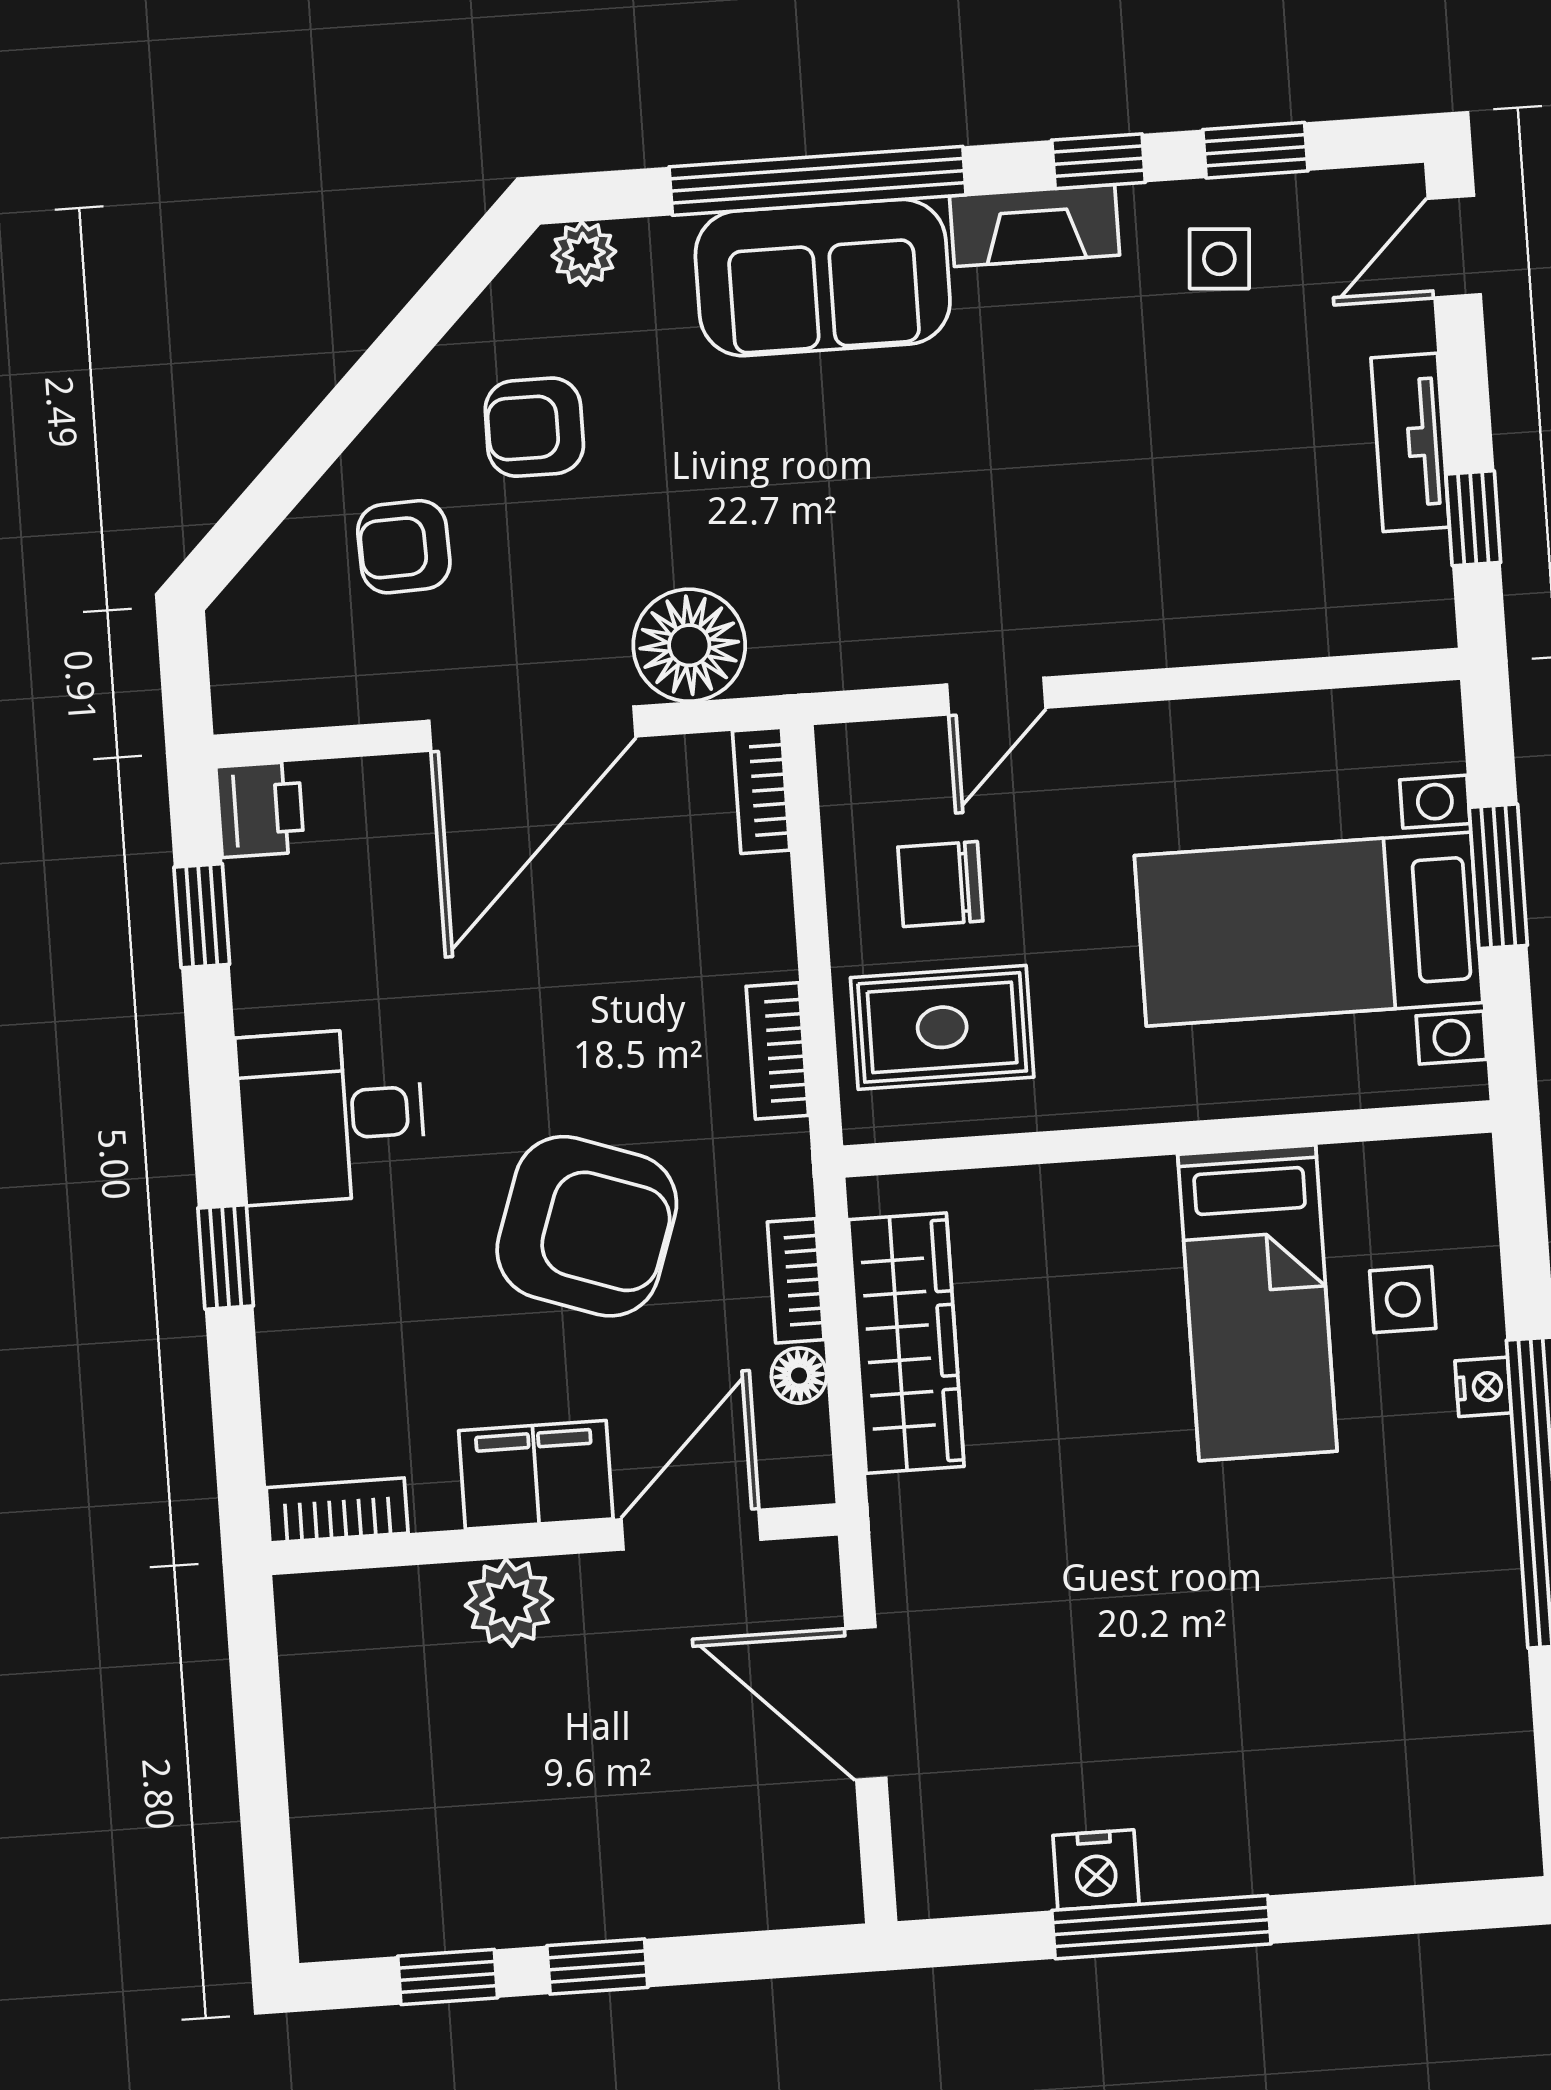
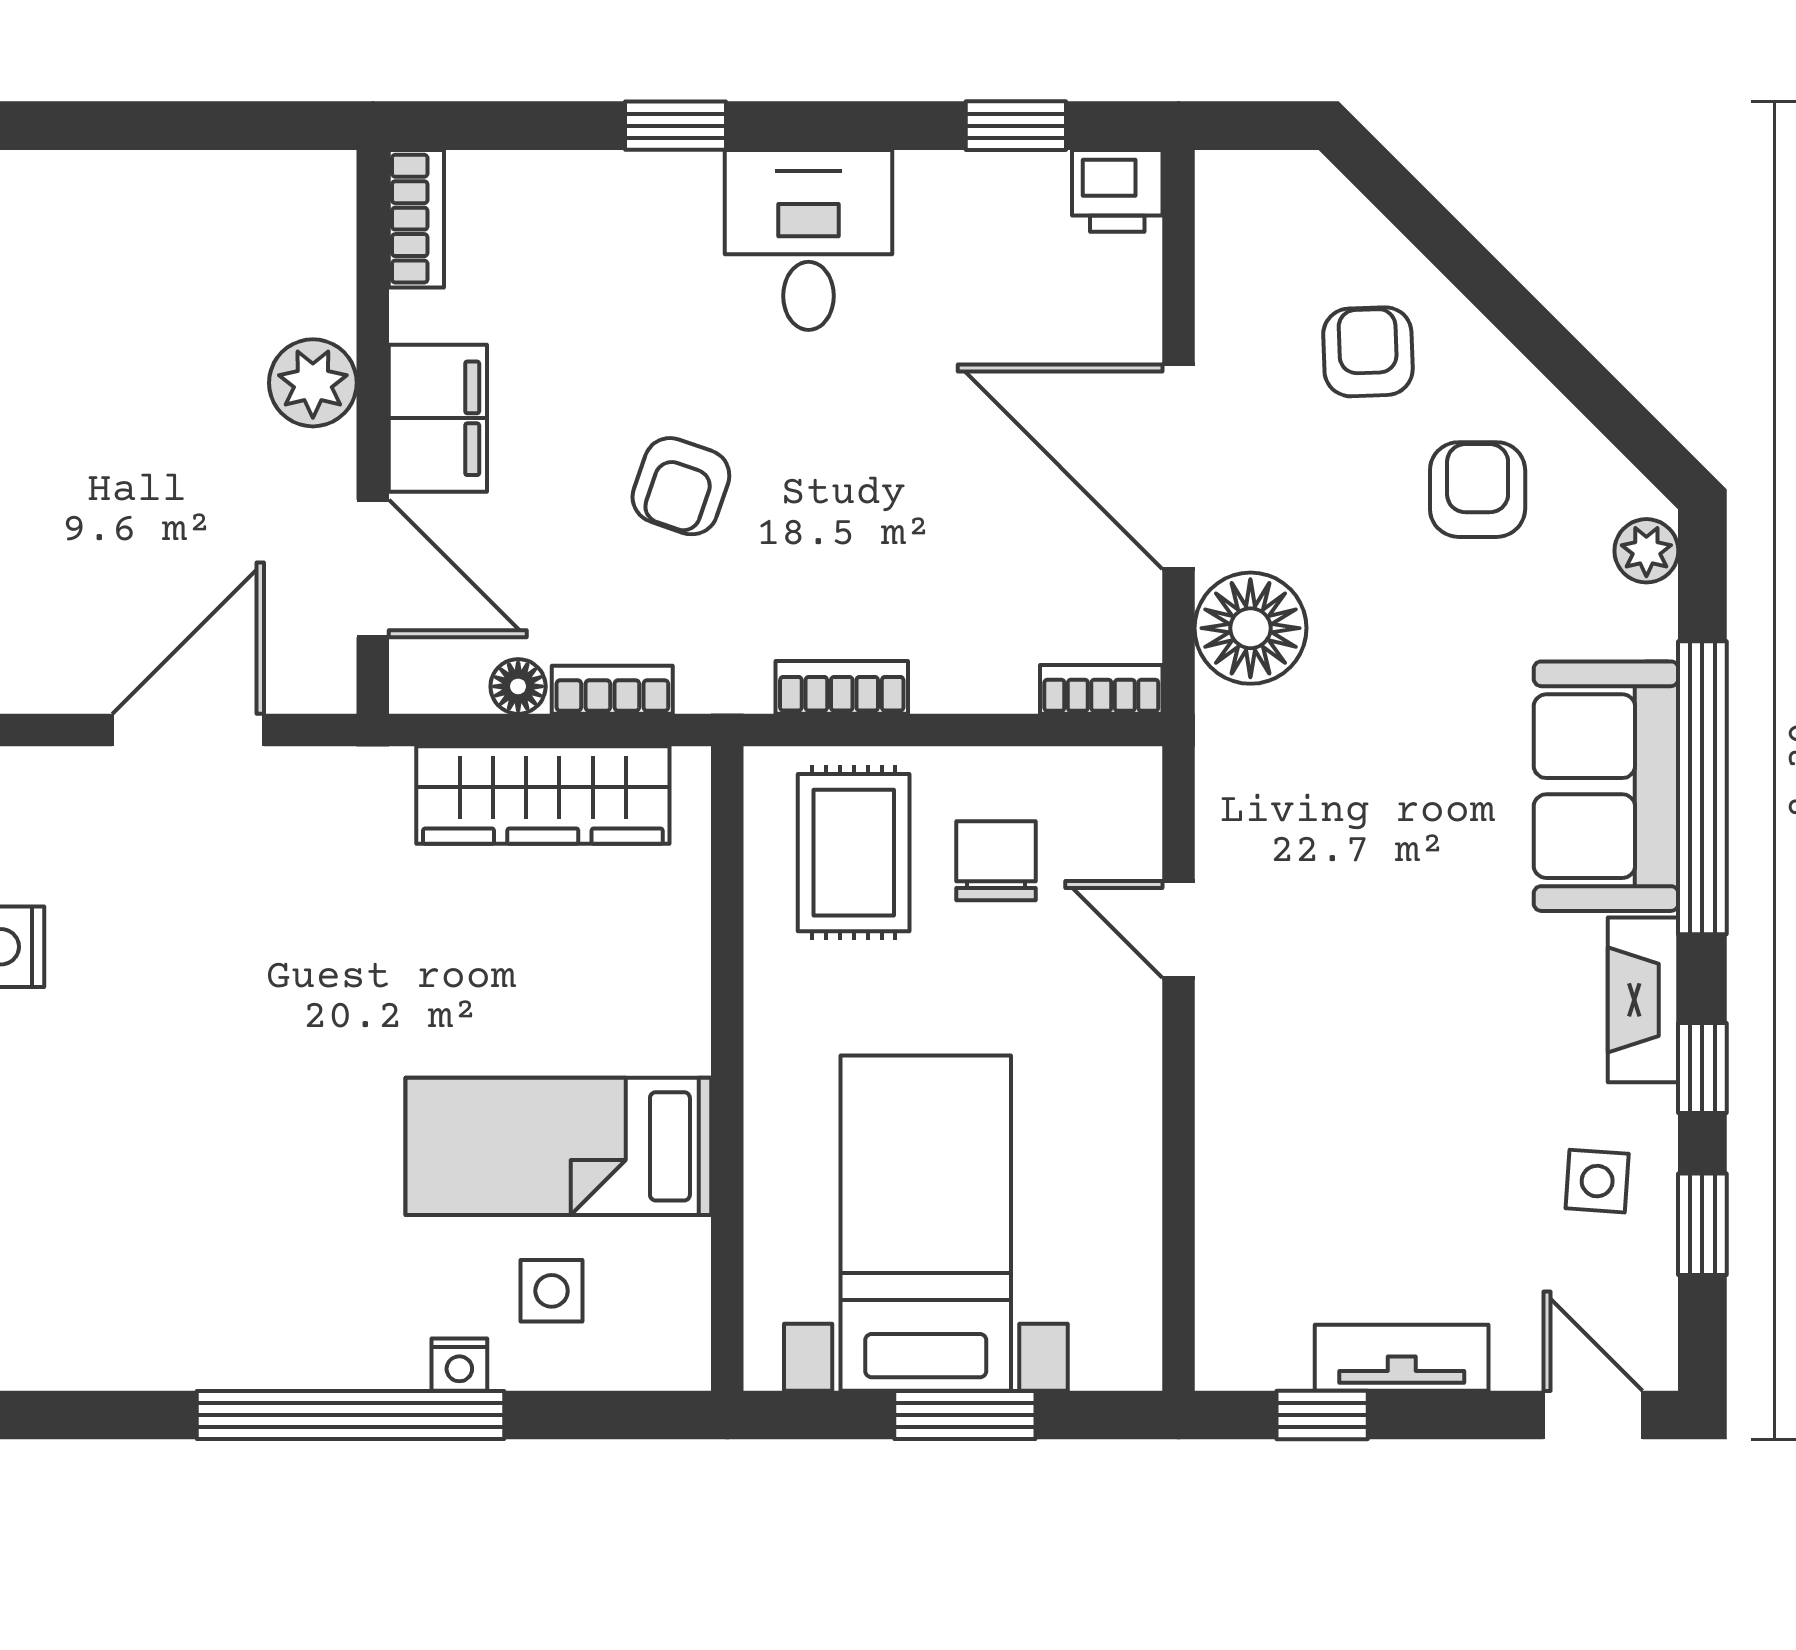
armchair: (587, 1226) -> (681, 486), width x0.53, depth x0.53

